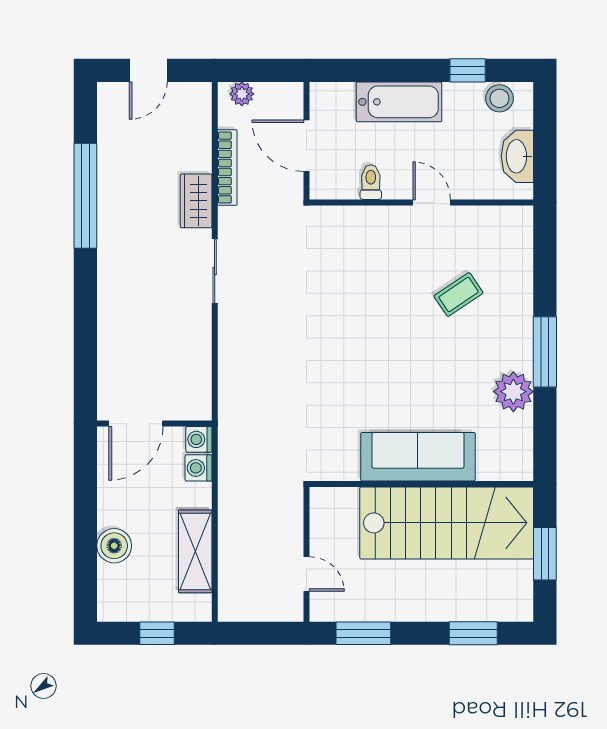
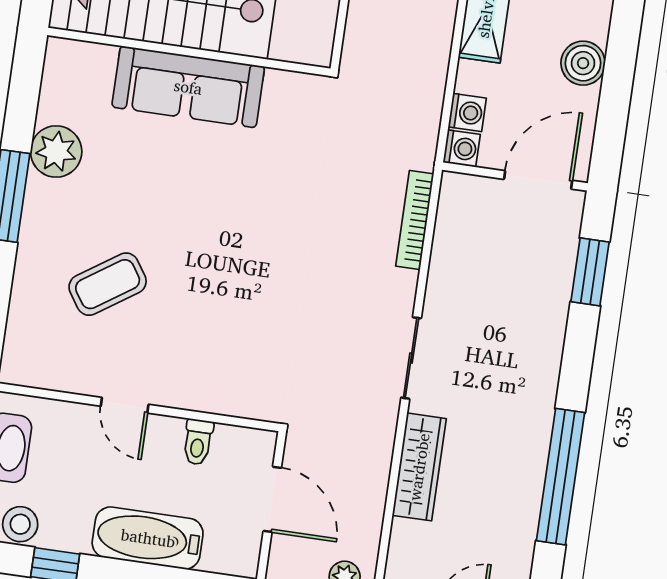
bookcase: (227, 167) -> (415, 220), moved
wardrobe: (196, 201) -> (419, 467), width x1.50
coffee table: (459, 294) -> (108, 284), width x1.36, depth x1.30
window: (85, 358) -> (590, 272), added
boiler: (114, 546) -> (583, 63), moved

